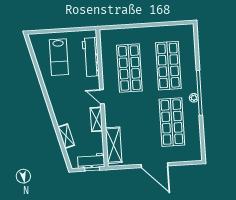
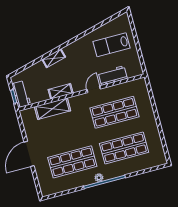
workbench: (91, 57) -> (113, 76), width x0.73
door: (102, 97) -> (94, 89), moved
shelving: (66, 136) -> (54, 58), moved
shelving: (114, 145) -> (52, 109), moved

